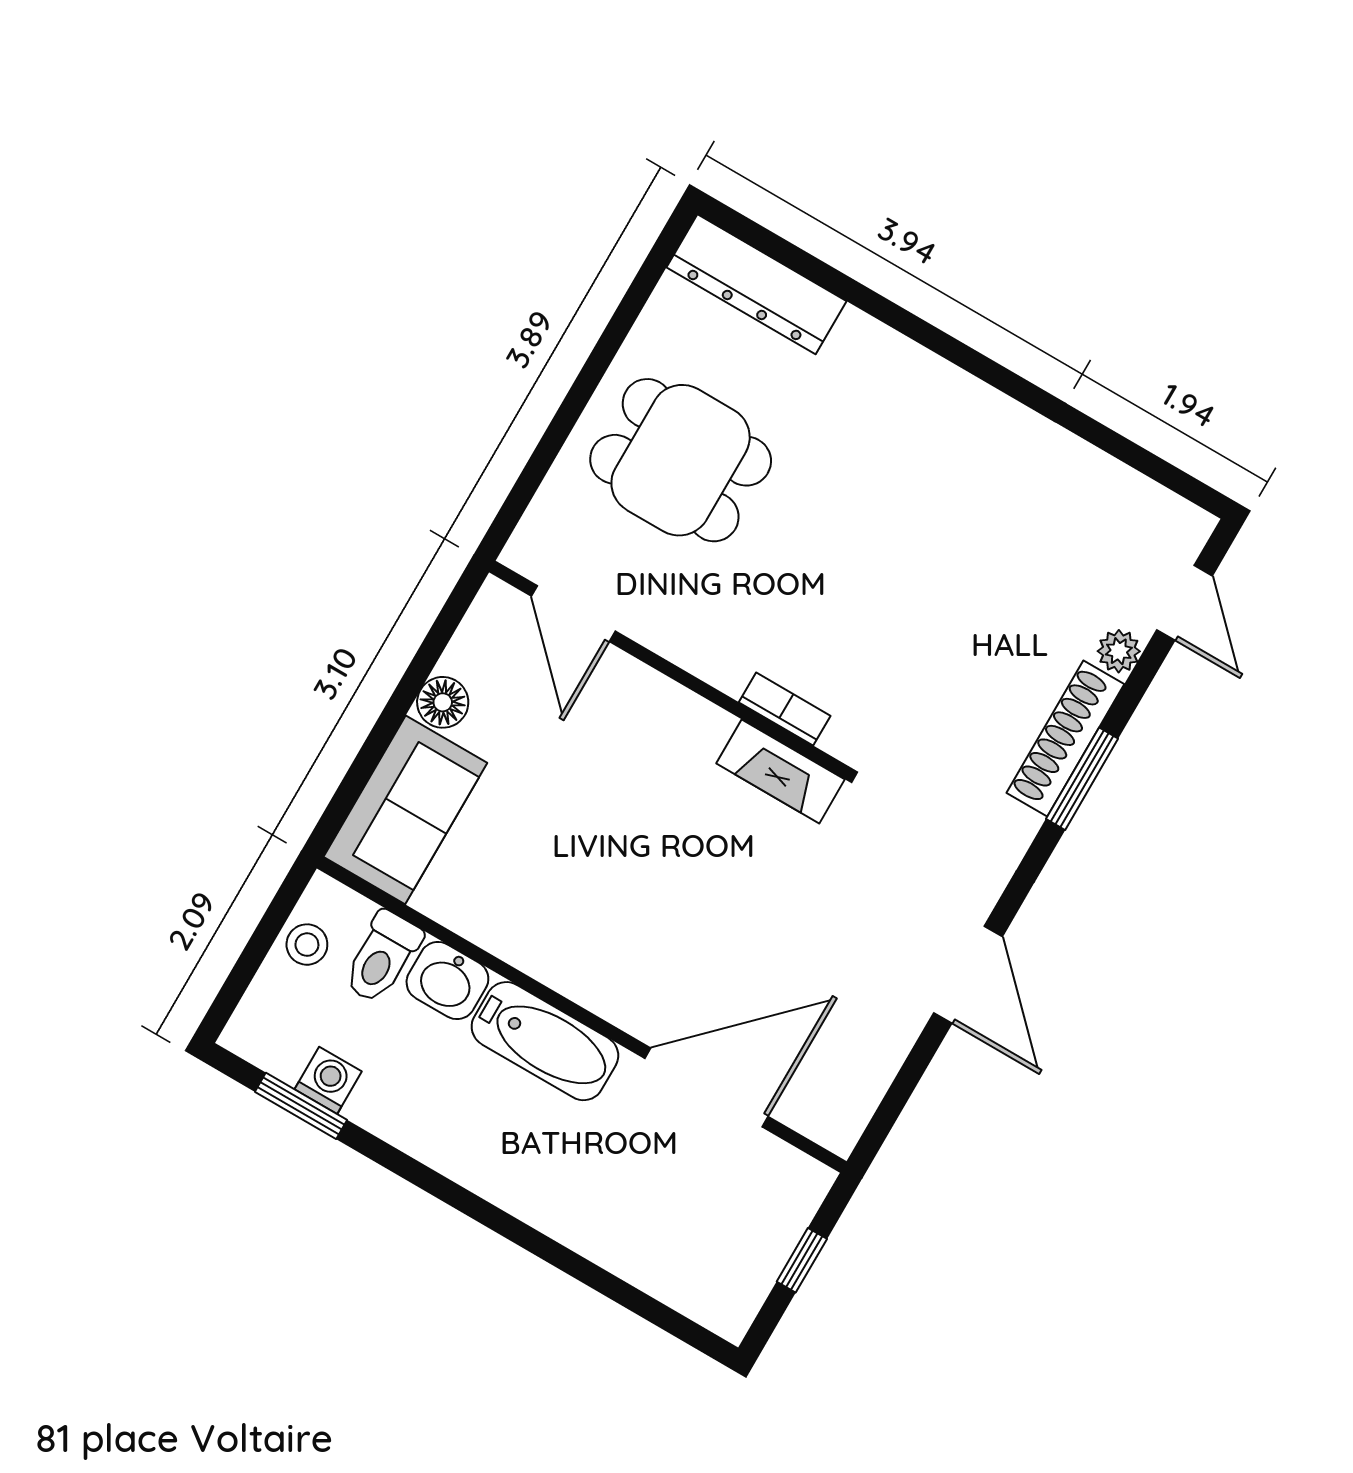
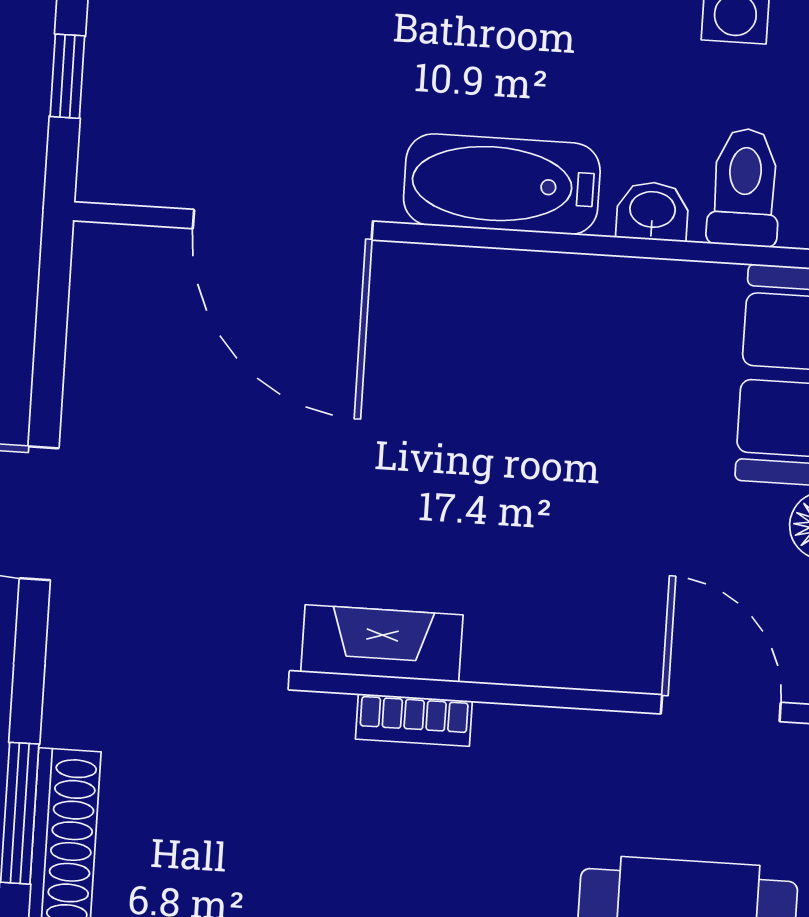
washbasin: (447, 981) -> (652, 211), width x0.72, depth x0.69
door: (706, 1087) -> (283, 225), hinge flipped

